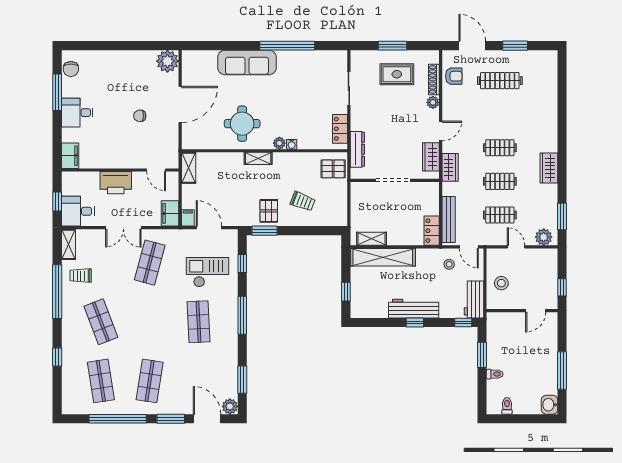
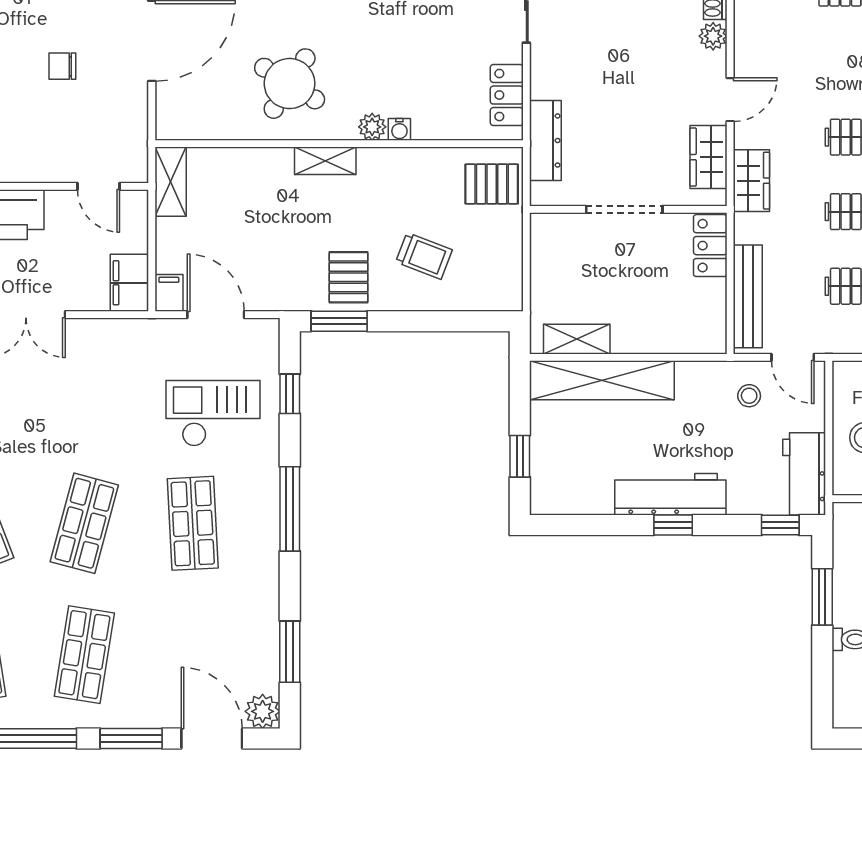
round table: (242, 124) -> (290, 84), turned 32
locker: (432, 231) -> (710, 246), moved
shop shelf: (150, 263) -> (84, 523), moved

